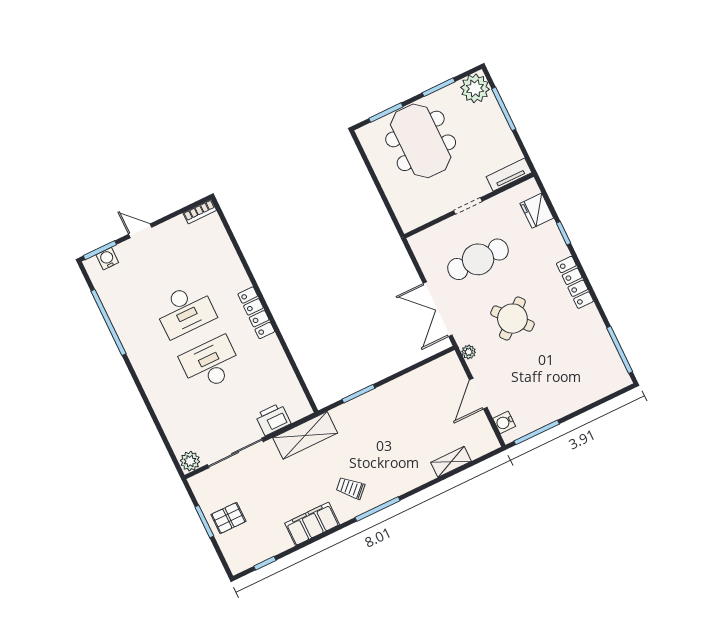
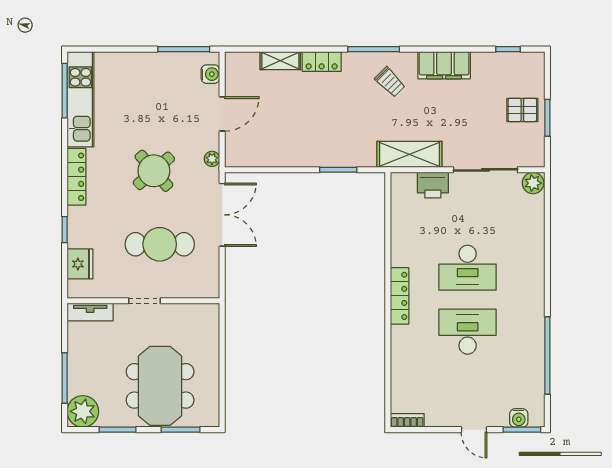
kitchen unit: (603, 349) -> (80, 99), added
locker: (416, 478) -> (322, 61), added

